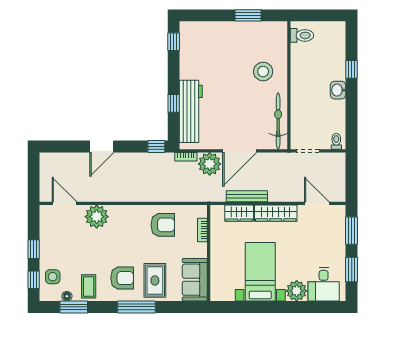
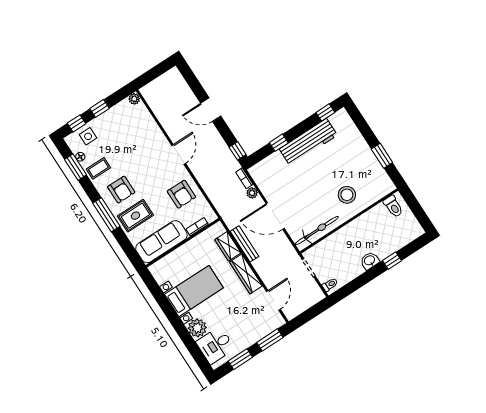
workbench: (191, 111) -> (308, 142), moved
plant: (210, 164) -> (252, 193), width x0.53, depth x0.53
door: (64, 203) -> (179, 154), moved
plant: (97, 217) -> (134, 99), moved, width x0.53, depth x0.53
sofa: (195, 280) -> (161, 242), width x1.36

